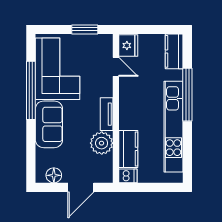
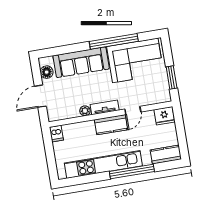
door: (116, 67) -> (133, 110), moved
sofa: (49, 124) -> (81, 62), width x1.36
plant: (102, 143) -> (85, 111), width x0.53, depth x0.53
kitchen counter: (128, 149) -> (111, 125), moved
door: (81, 187) -> (40, 96), hinge flipped

